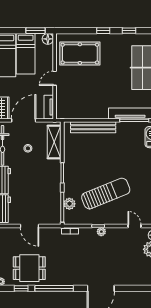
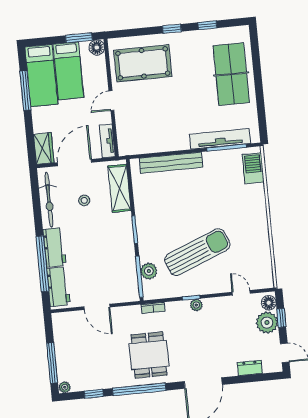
dining table: (29, 268) -> (149, 355), moved, turned 90
dresser: (135, 281) -> (250, 368), added

